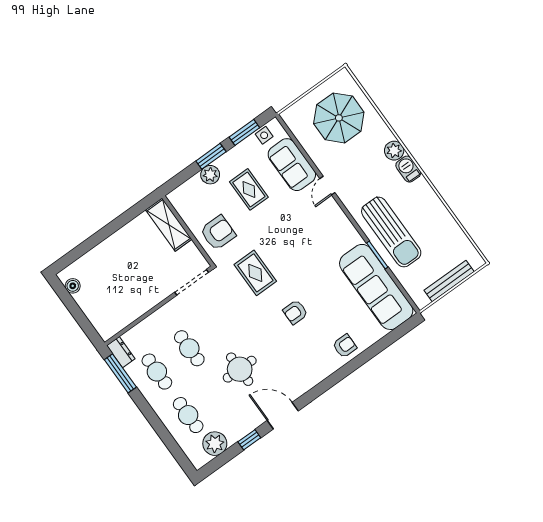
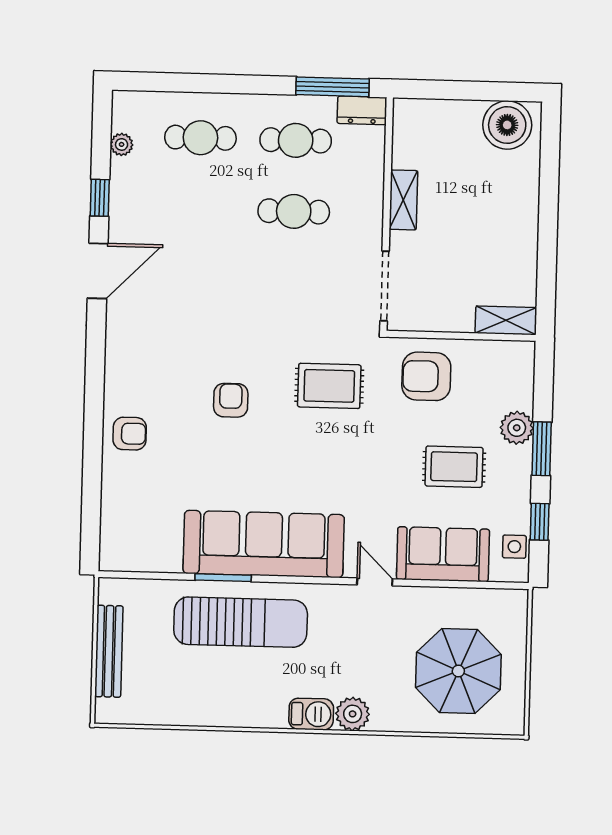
window: (244, 132) -> (540, 522), width x0.67
shelving: (169, 225) -> (506, 320), width x0.67, depth x0.75
sun lounger: (391, 232) -> (241, 622), turned 180
armchair: (218, 233) -> (426, 376), turned 90
boiler: (73, 286) -> (507, 125), width x1.86, depth x1.86
sofa: (376, 287) -> (264, 544), moved
shelving: (147, 303) -> (403, 200), added
armchair: (345, 346) -> (130, 434), turned -90
round table: (240, 369) -> (210, 260), removed
plant: (215, 444) -> (122, 144), width x0.53, depth x0.53

